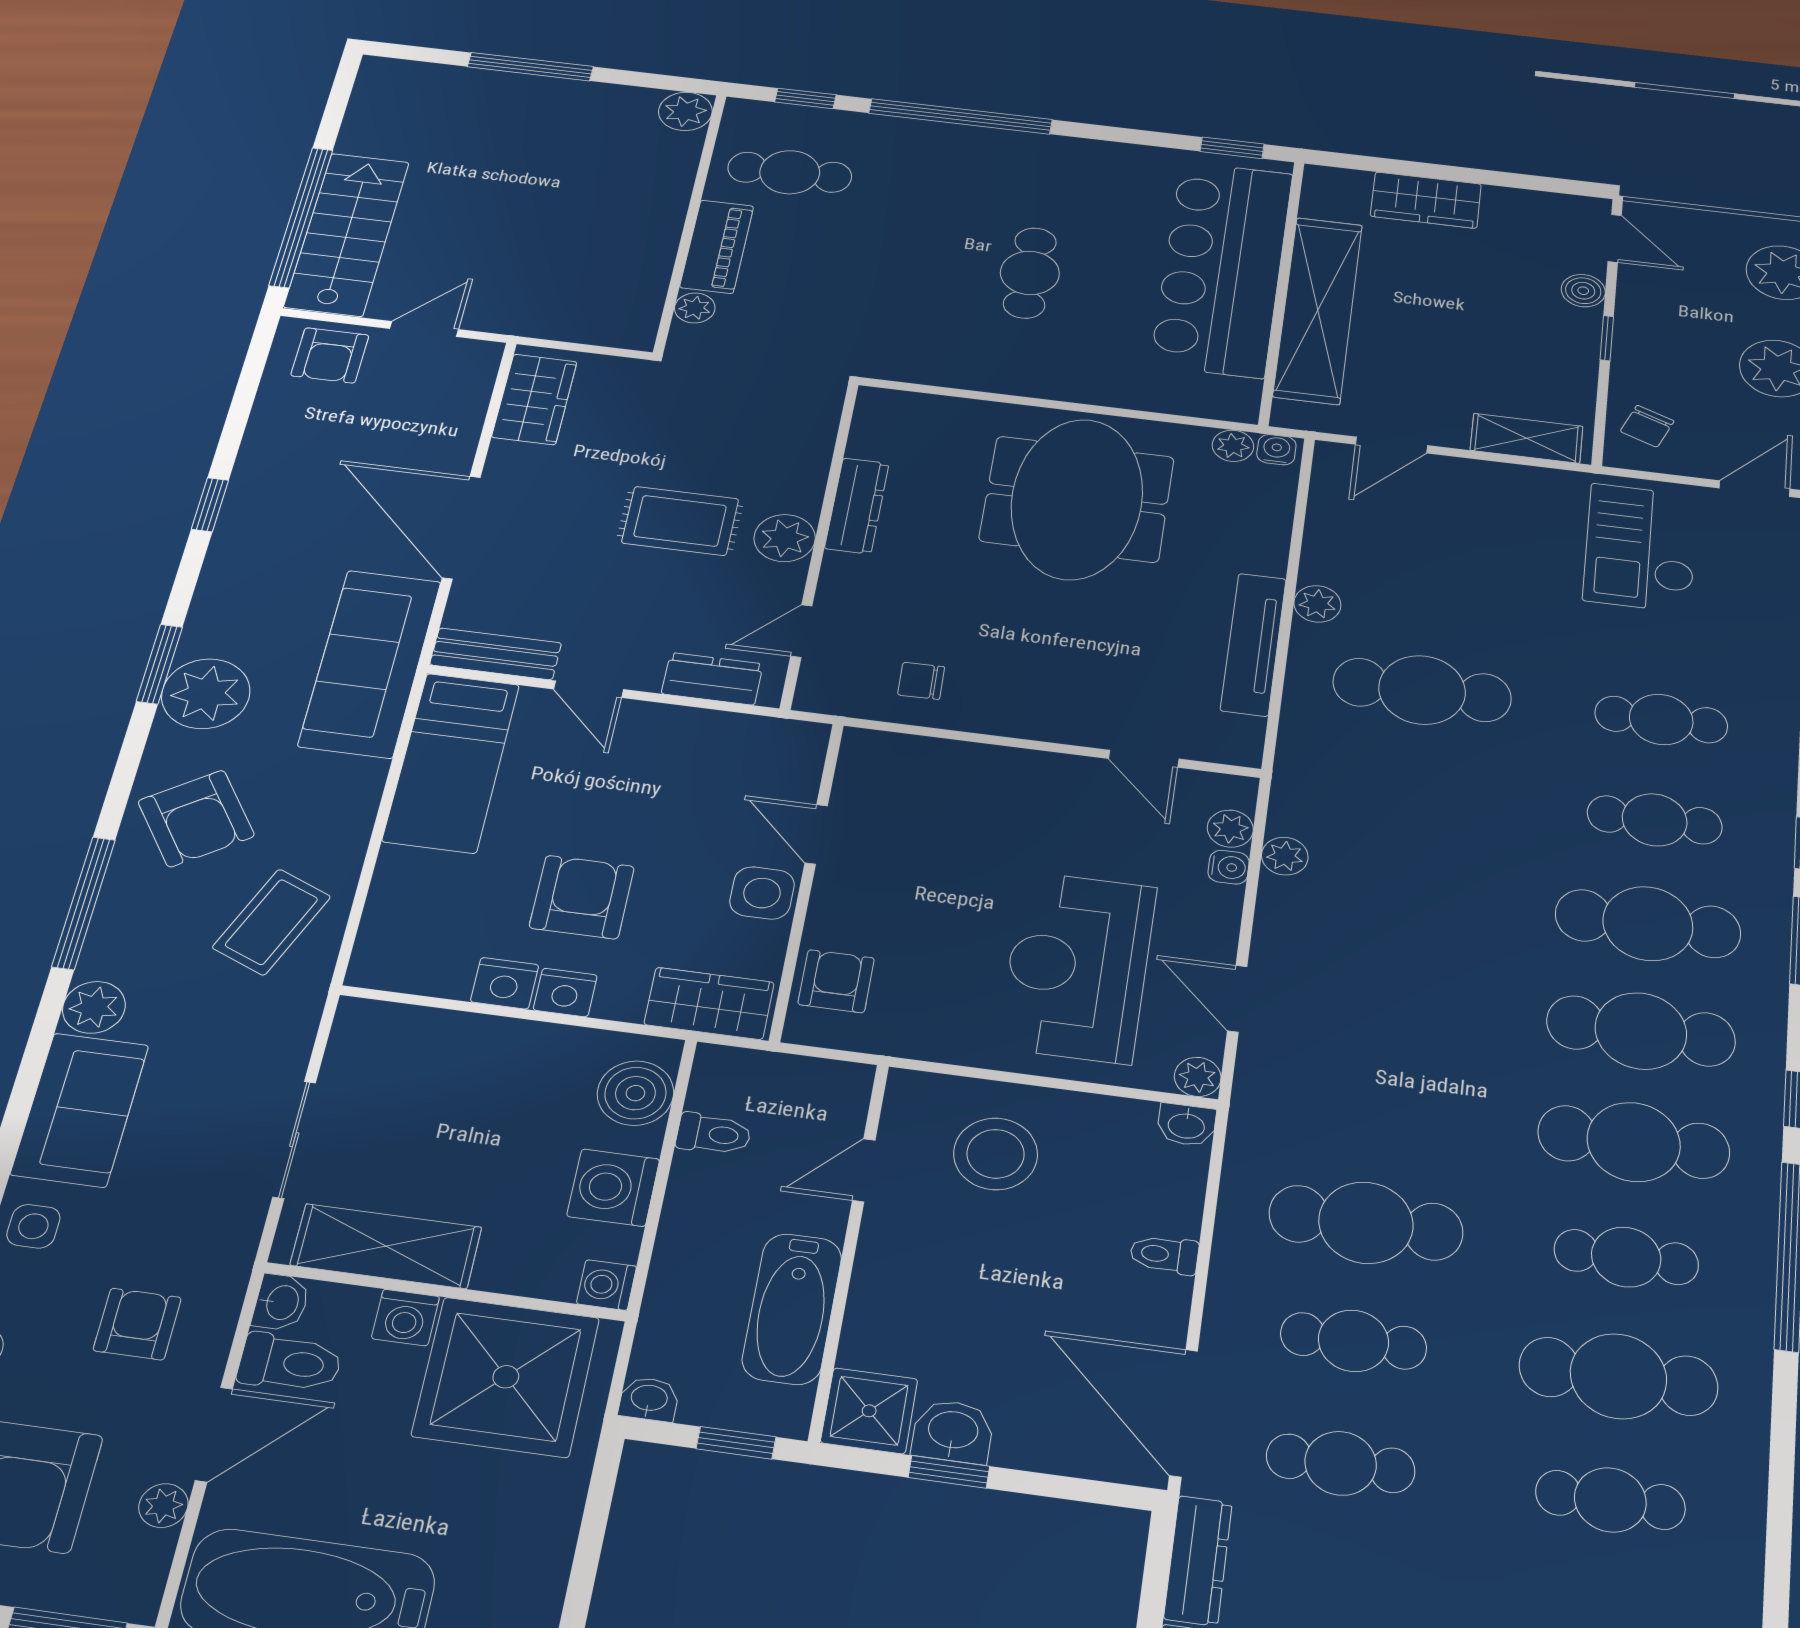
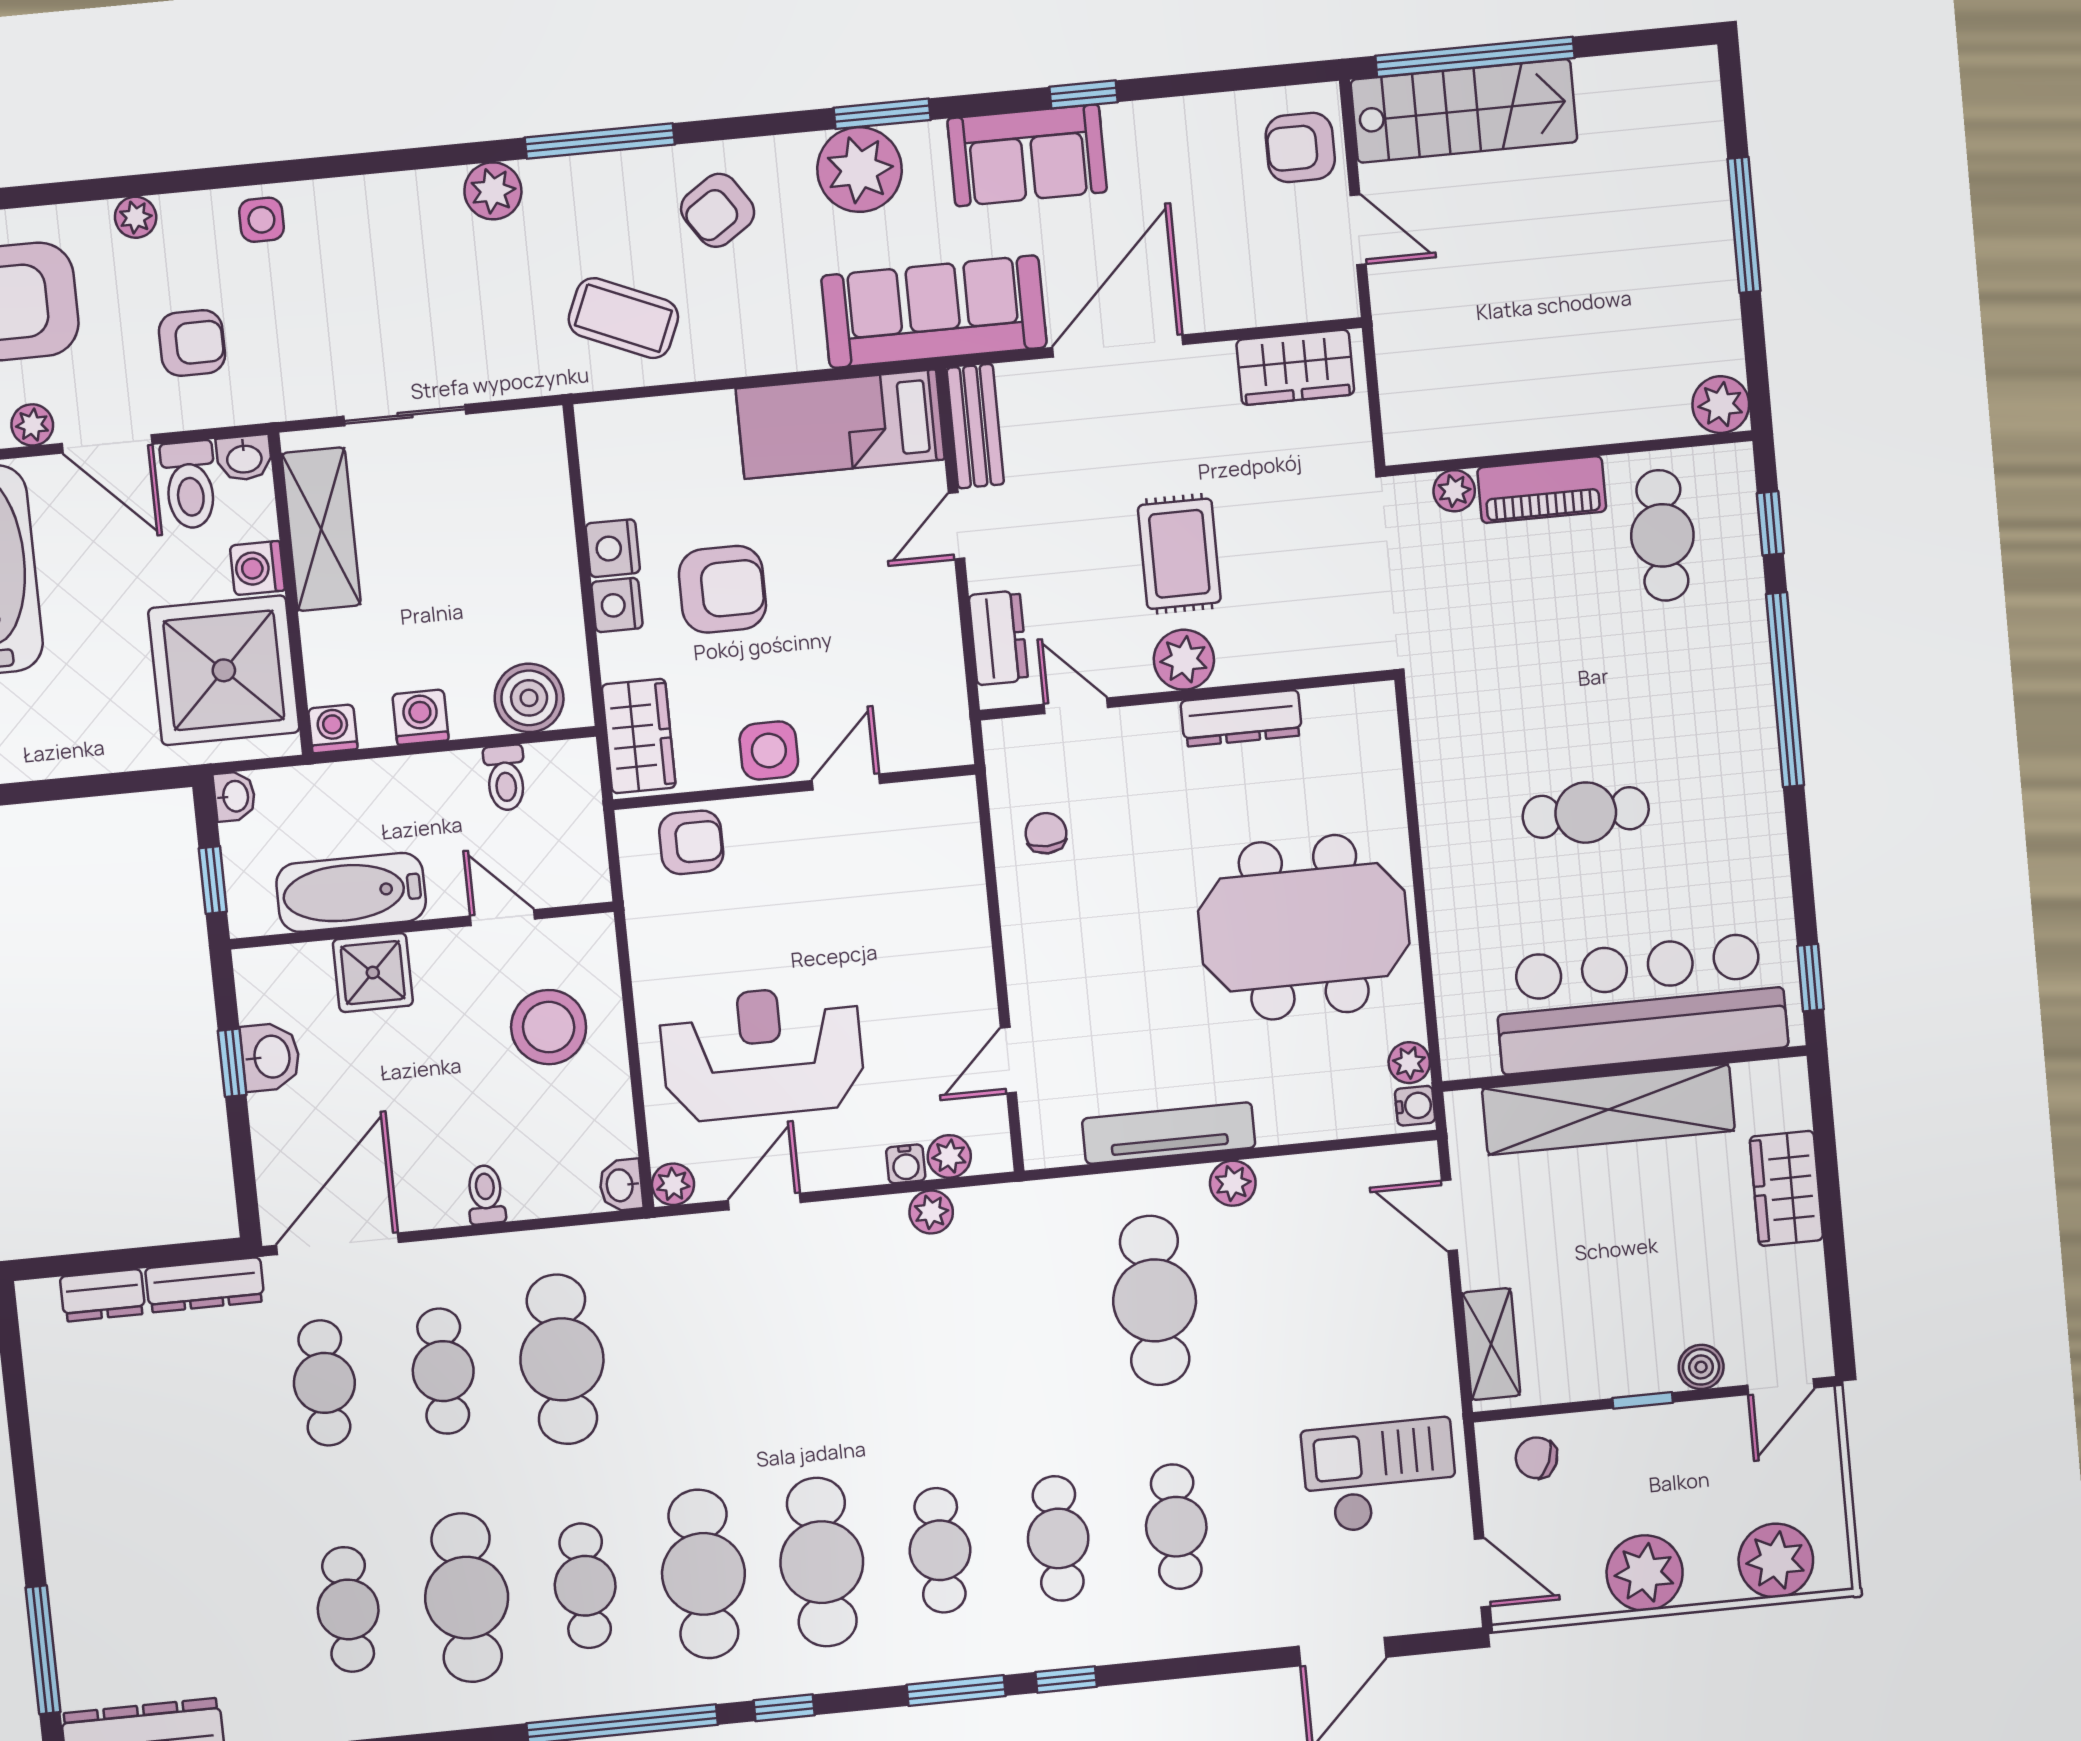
armchair: (196, 818) -> (718, 210), width x0.72, depth x0.72
cafe table: (1648, 924) -> (940, 1550), width x0.73, depth x0.74
sofa: (80, 1110) -> (1027, 155), moved
washing machine: (613, 1188) -> (420, 717), width x0.73, depth x0.73
shower: (869, 1411) -> (373, 973), moved

